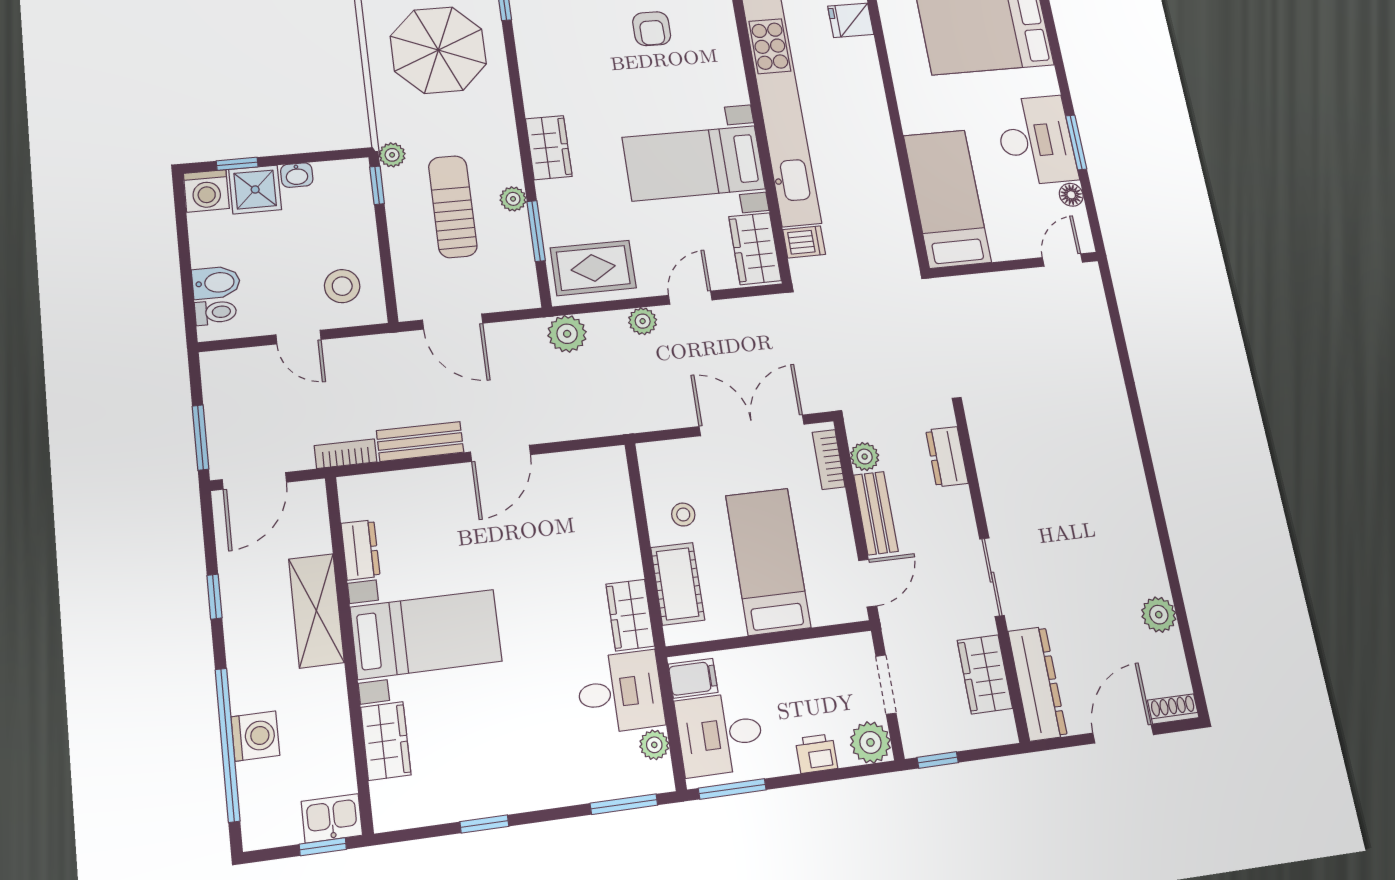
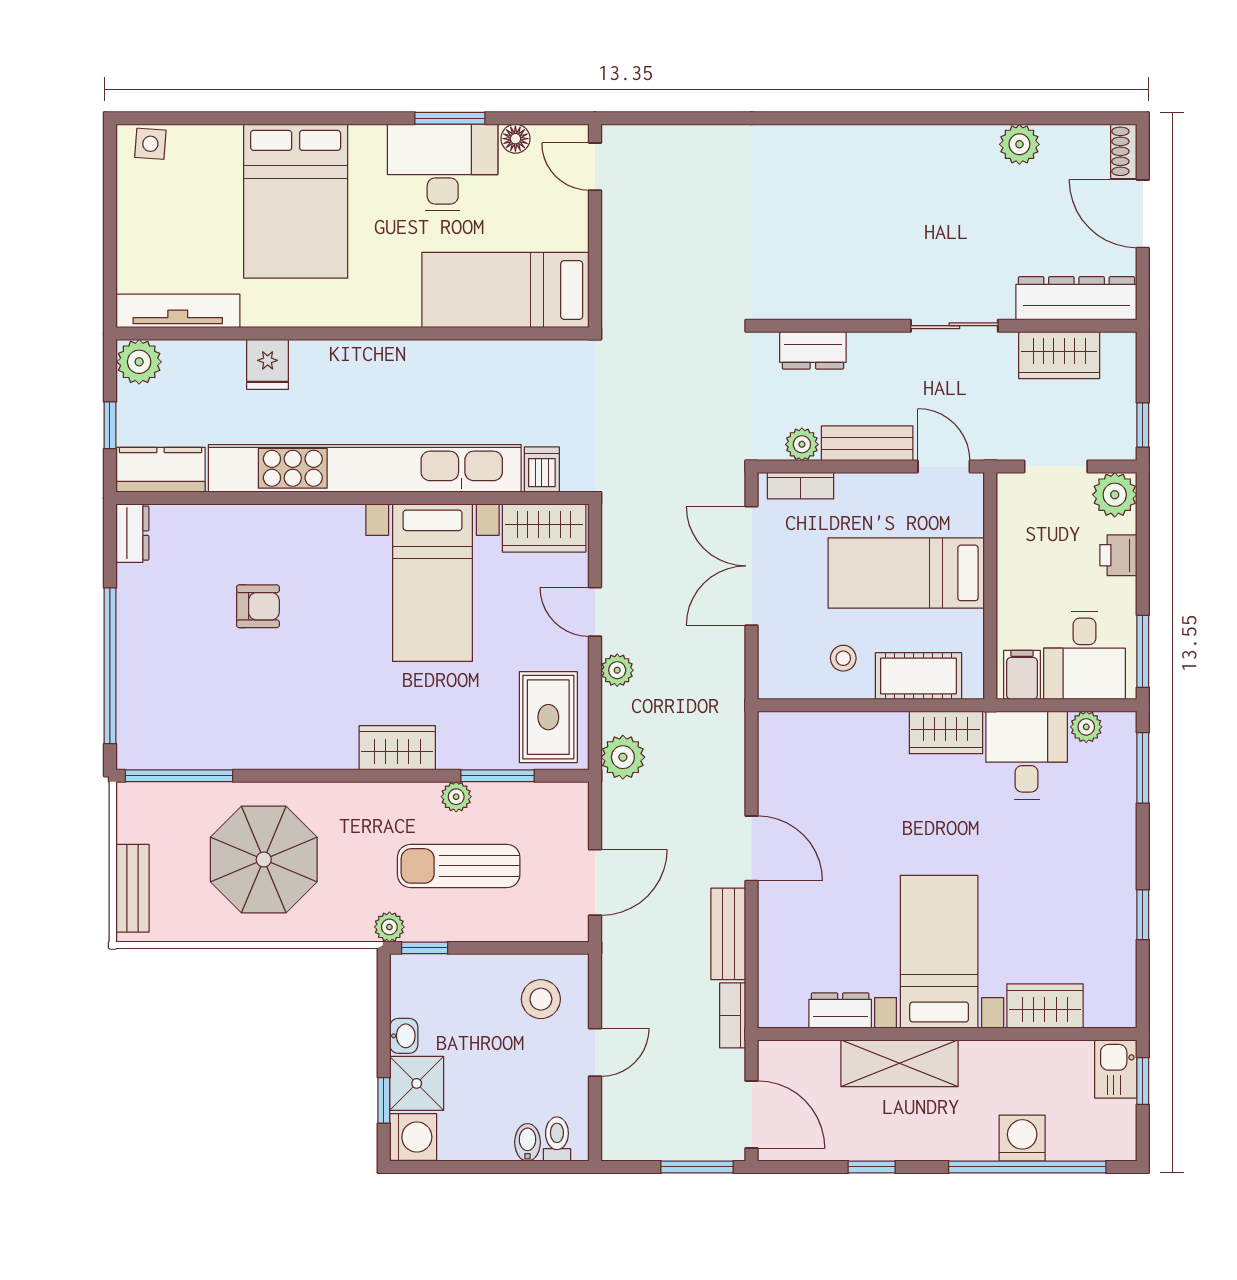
bidet: (216, 283) -> (527, 1142), width x0.72, depth x0.74

